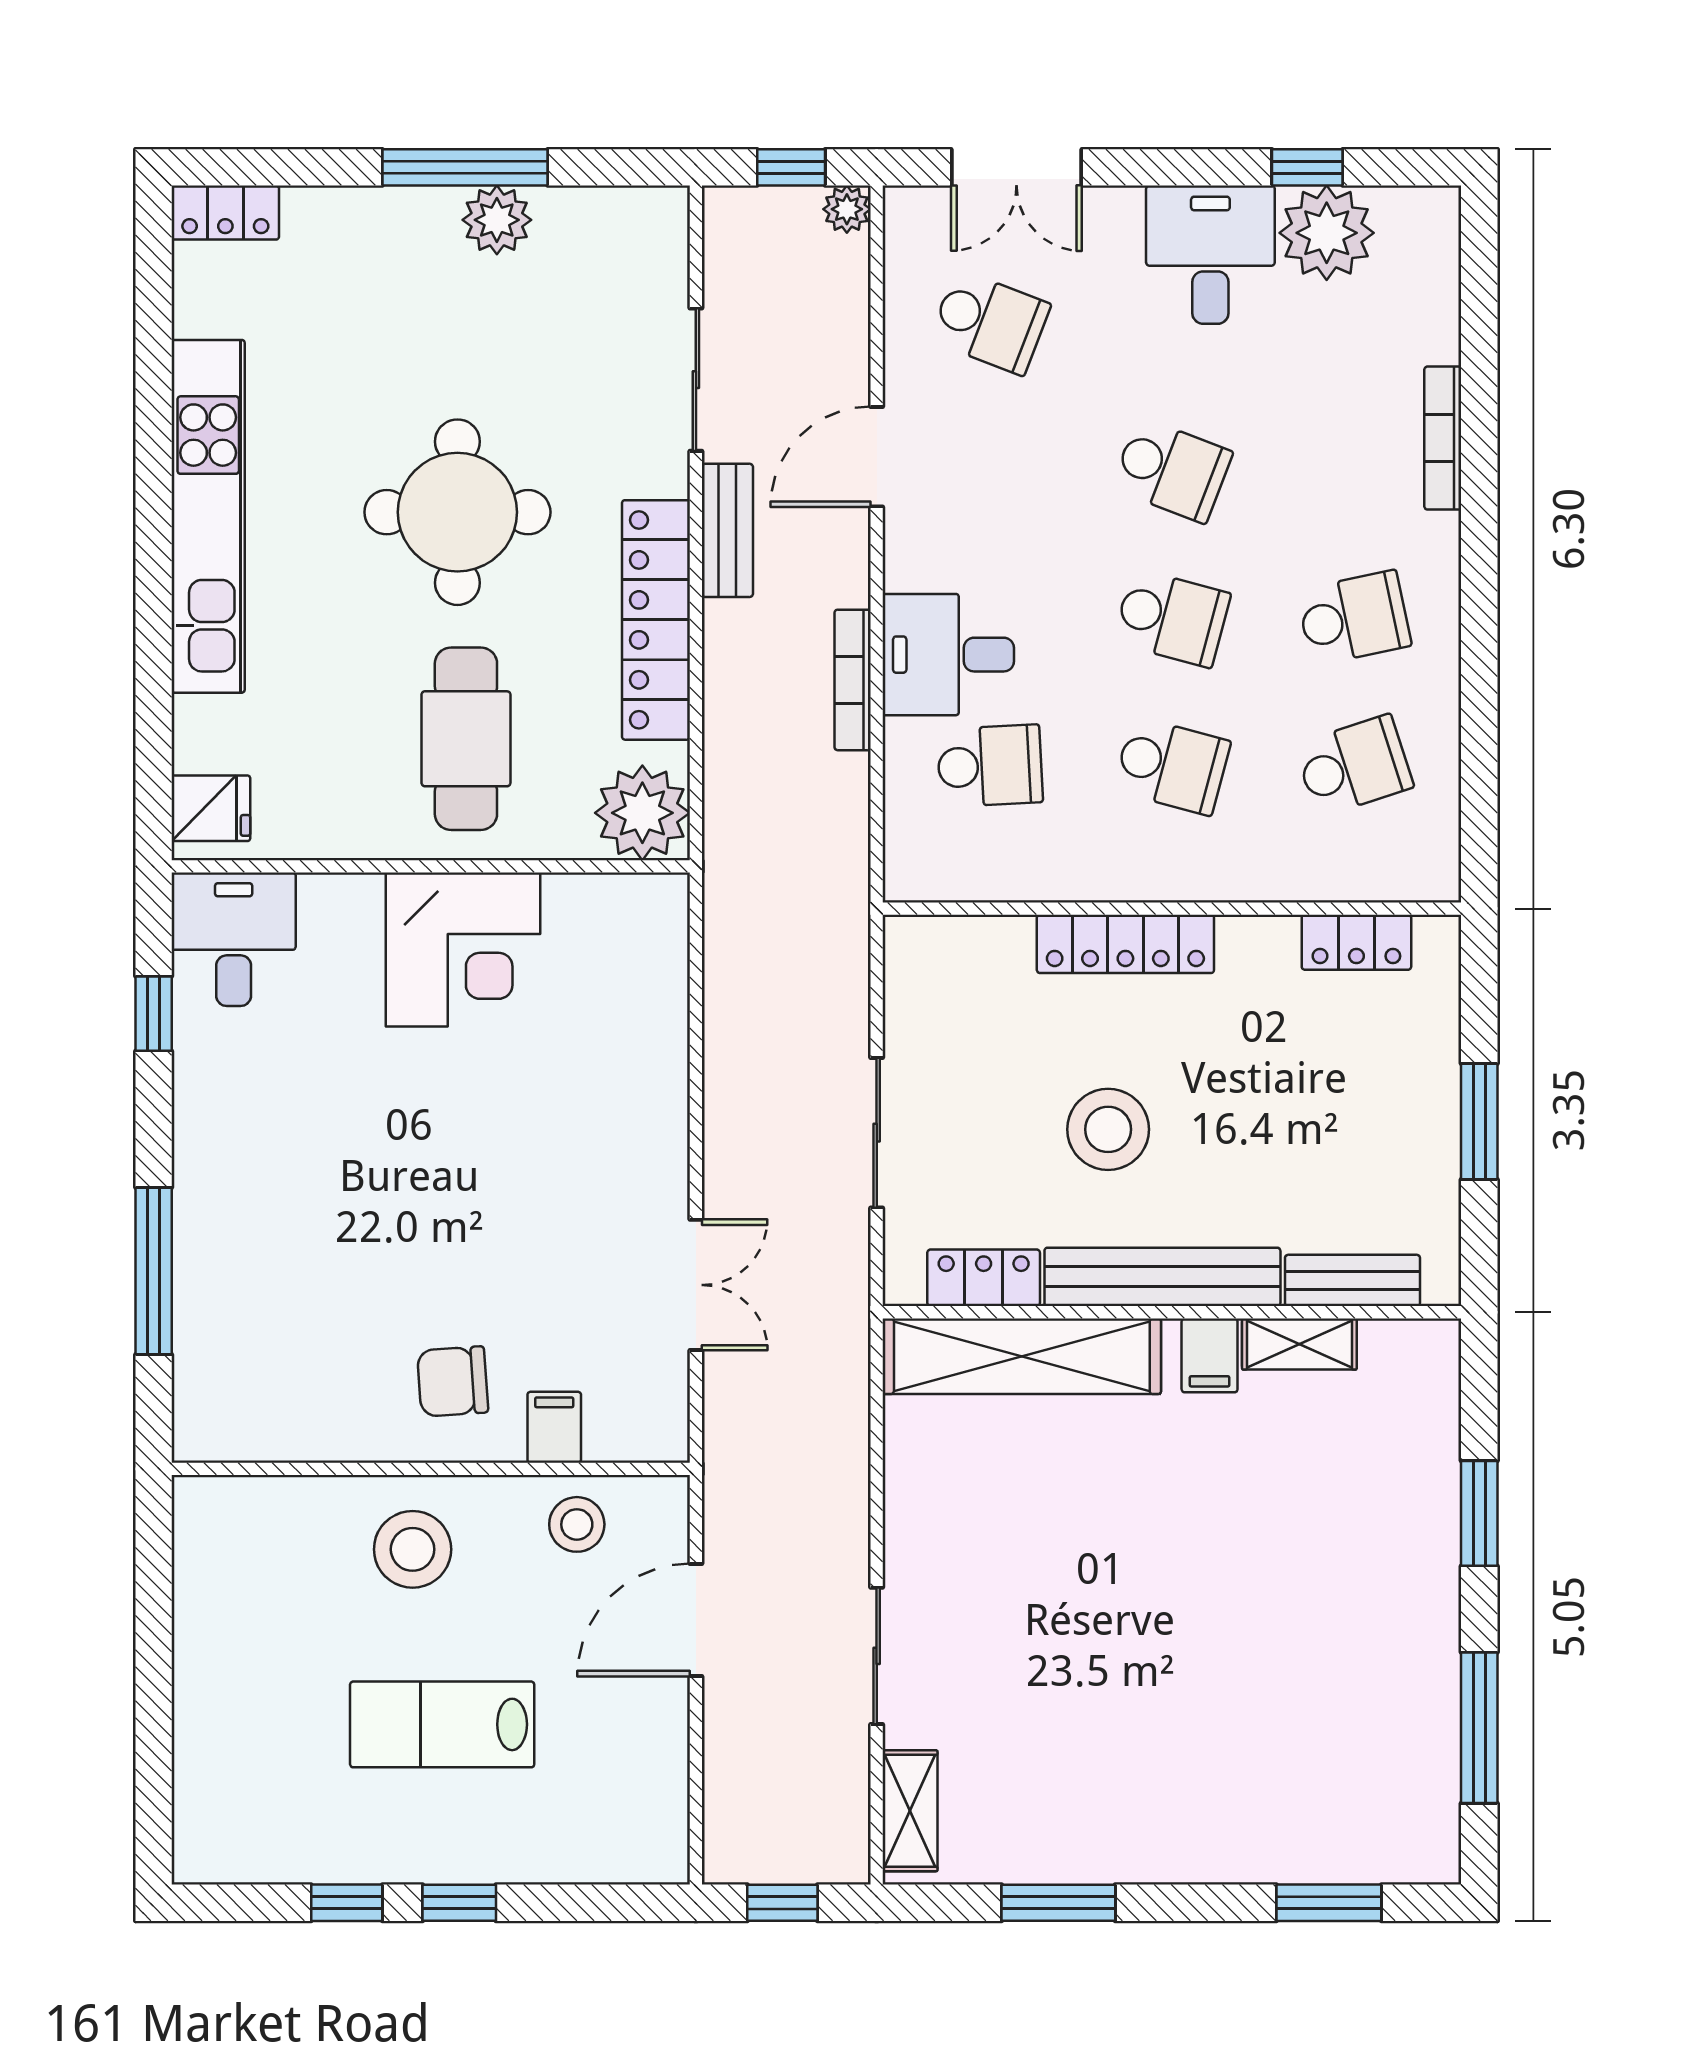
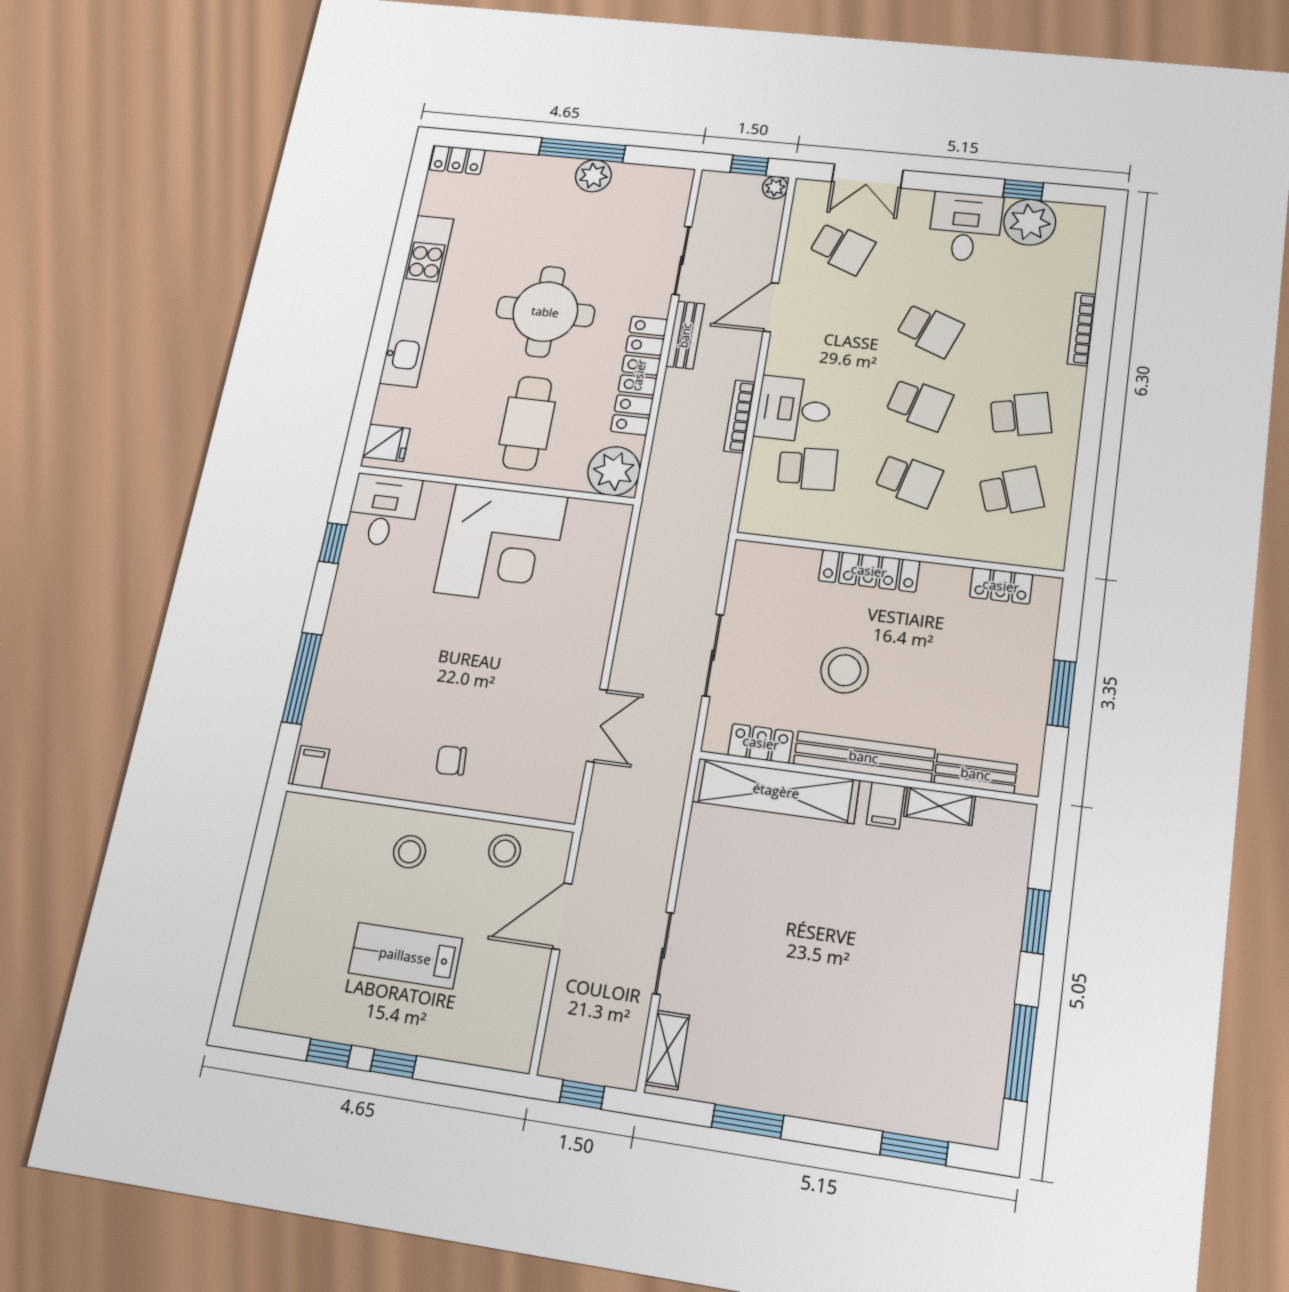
corner desk: (463, 950) -> (501, 544), width x1.36, depth x1.36
chair: (453, 1381) -> (451, 761), width x0.73, depth x0.73
filing cabinet: (554, 1427) -> (311, 767), moved
stool: (413, 1549) -> (410, 852), width x0.73, depth x0.73

